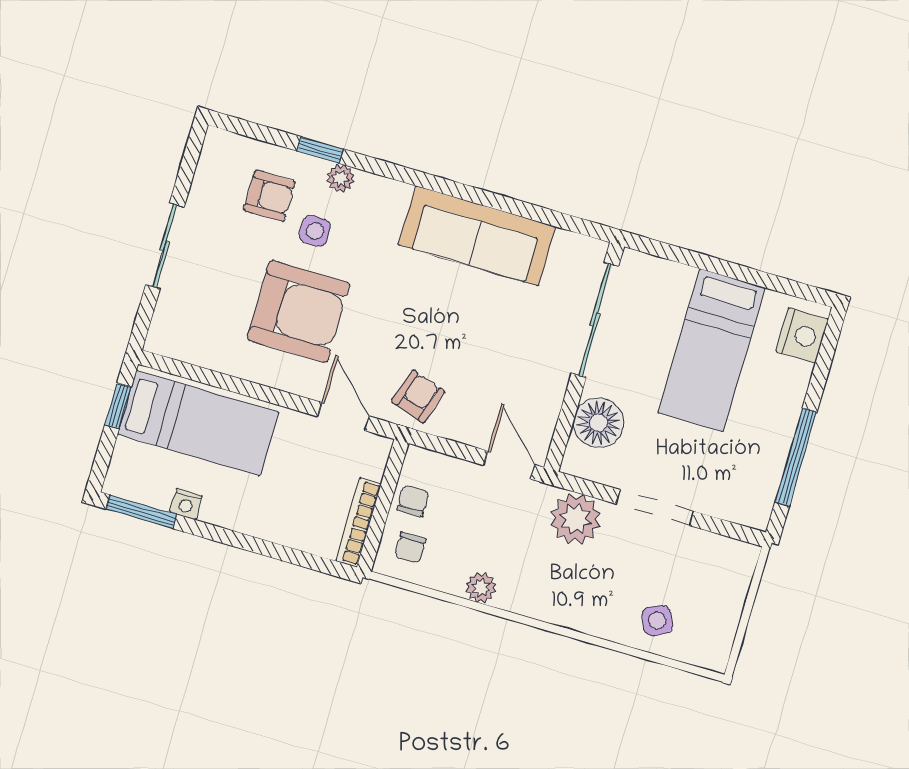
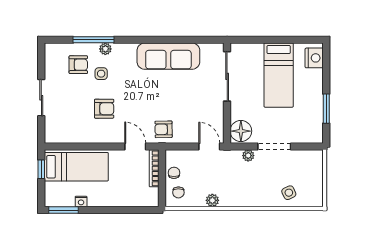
window: (320, 150) -> (94, 40), width x2.17
armchair: (298, 311) -> (104, 109), width x0.53, depth x0.53
armchair: (418, 396) -> (164, 129), turned -109
floor lamp: (598, 423) -> (241, 131), moved
window: (796, 457) -> (326, 109), width x0.69
plant: (576, 519) -> (248, 156), width x0.53, depth x0.53
bookcase: (359, 522) -> (154, 168), moved

